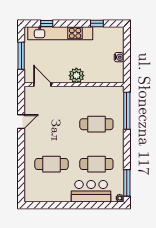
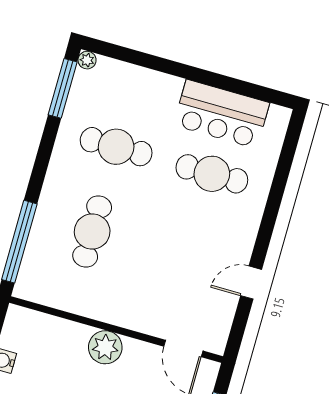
cafe table: (96, 124) -> (92, 231), turned 90
bar counter: (91, 191) -> (222, 114), moved

